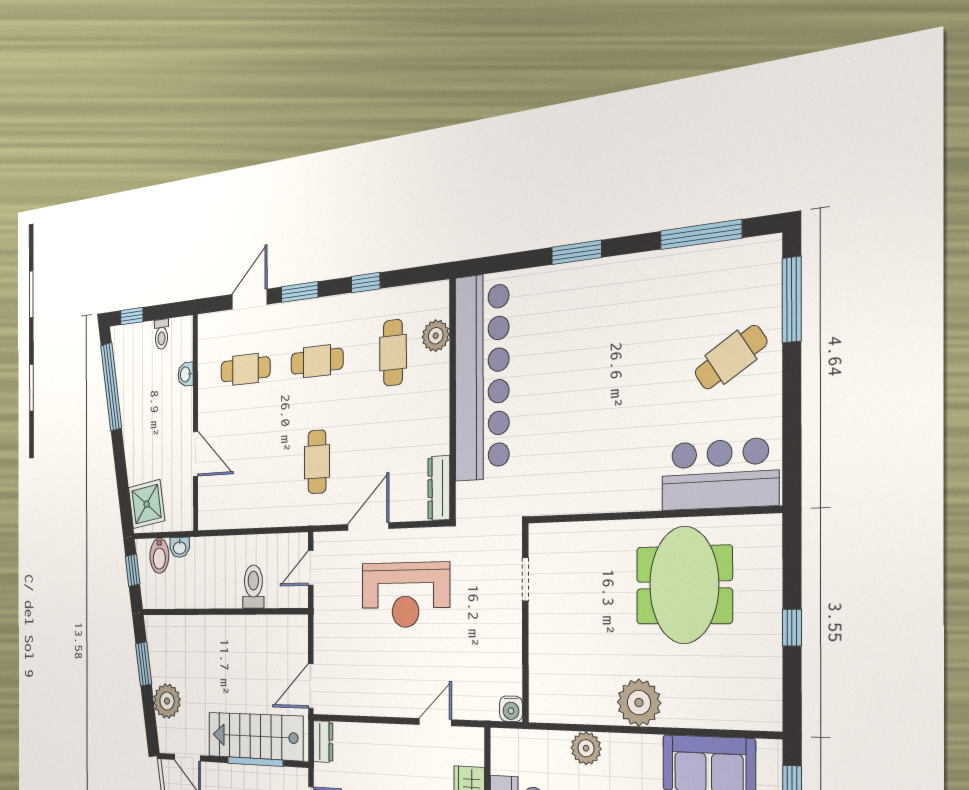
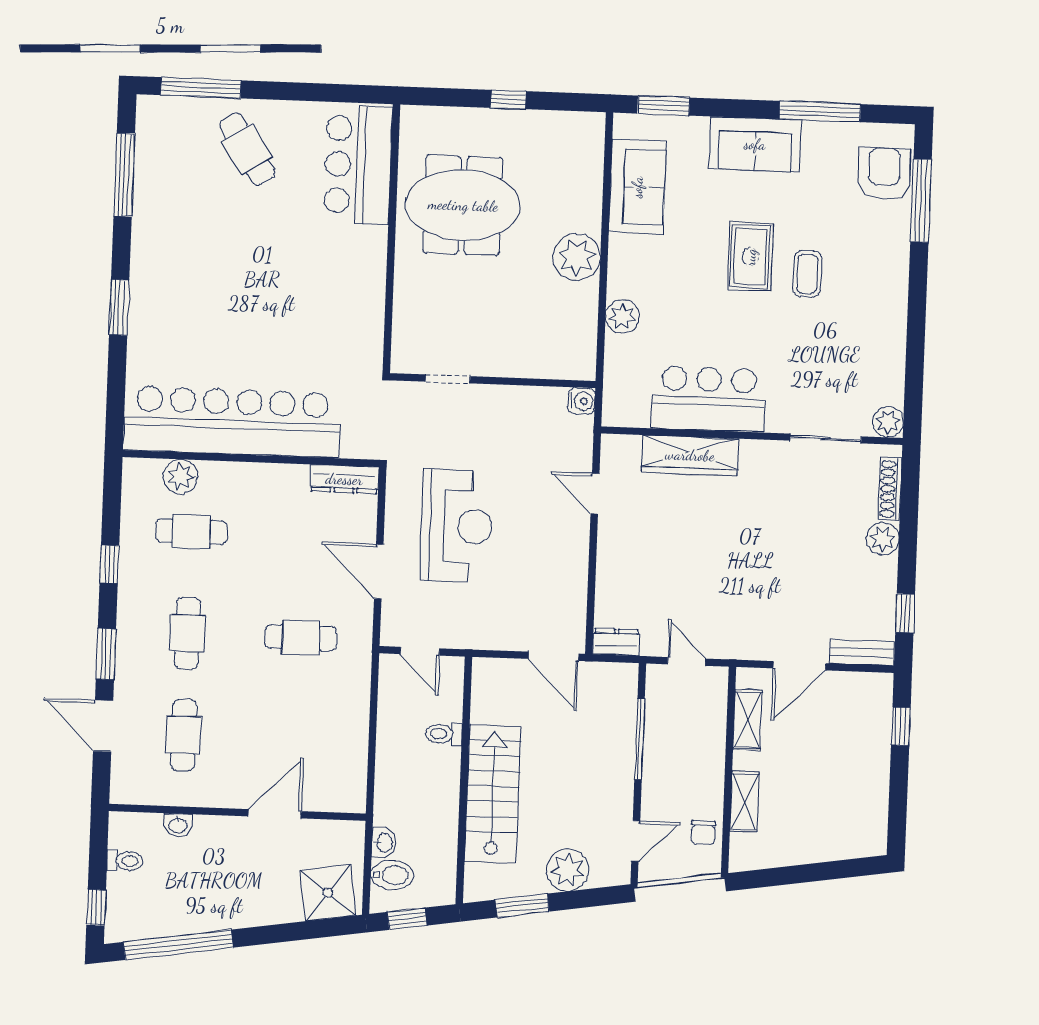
toilet: (253, 587) -> (444, 734), width x0.73, depth x0.72
stairs: (255, 736) -> (493, 794), moved, turned 180

